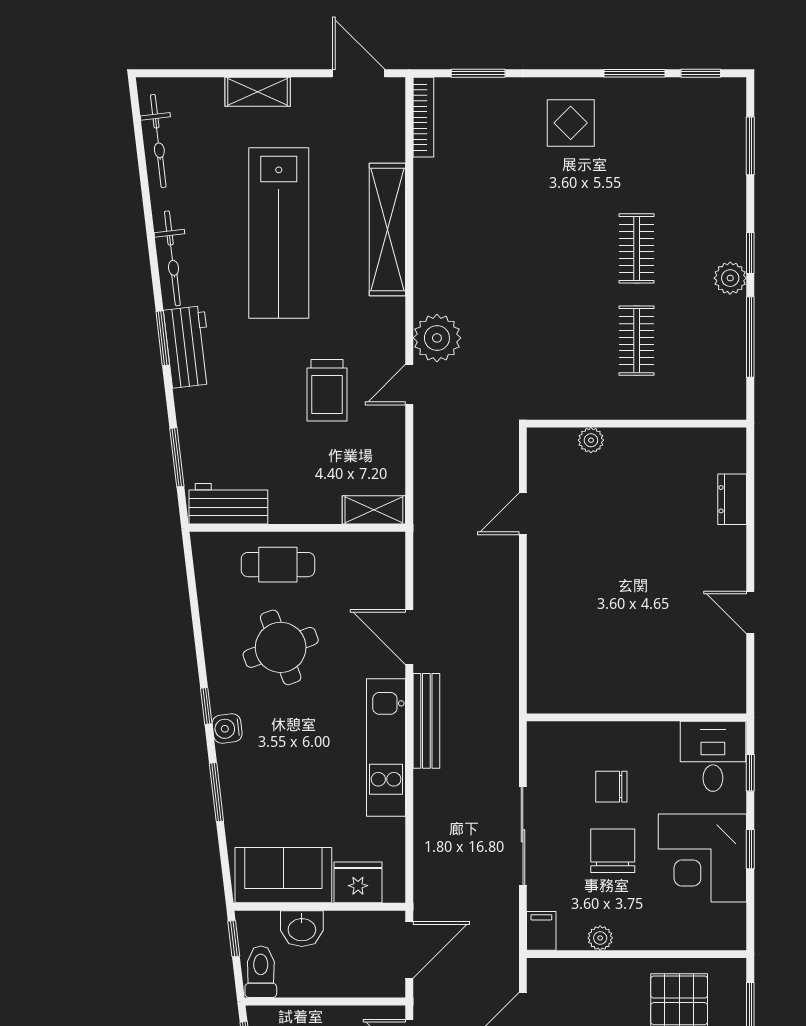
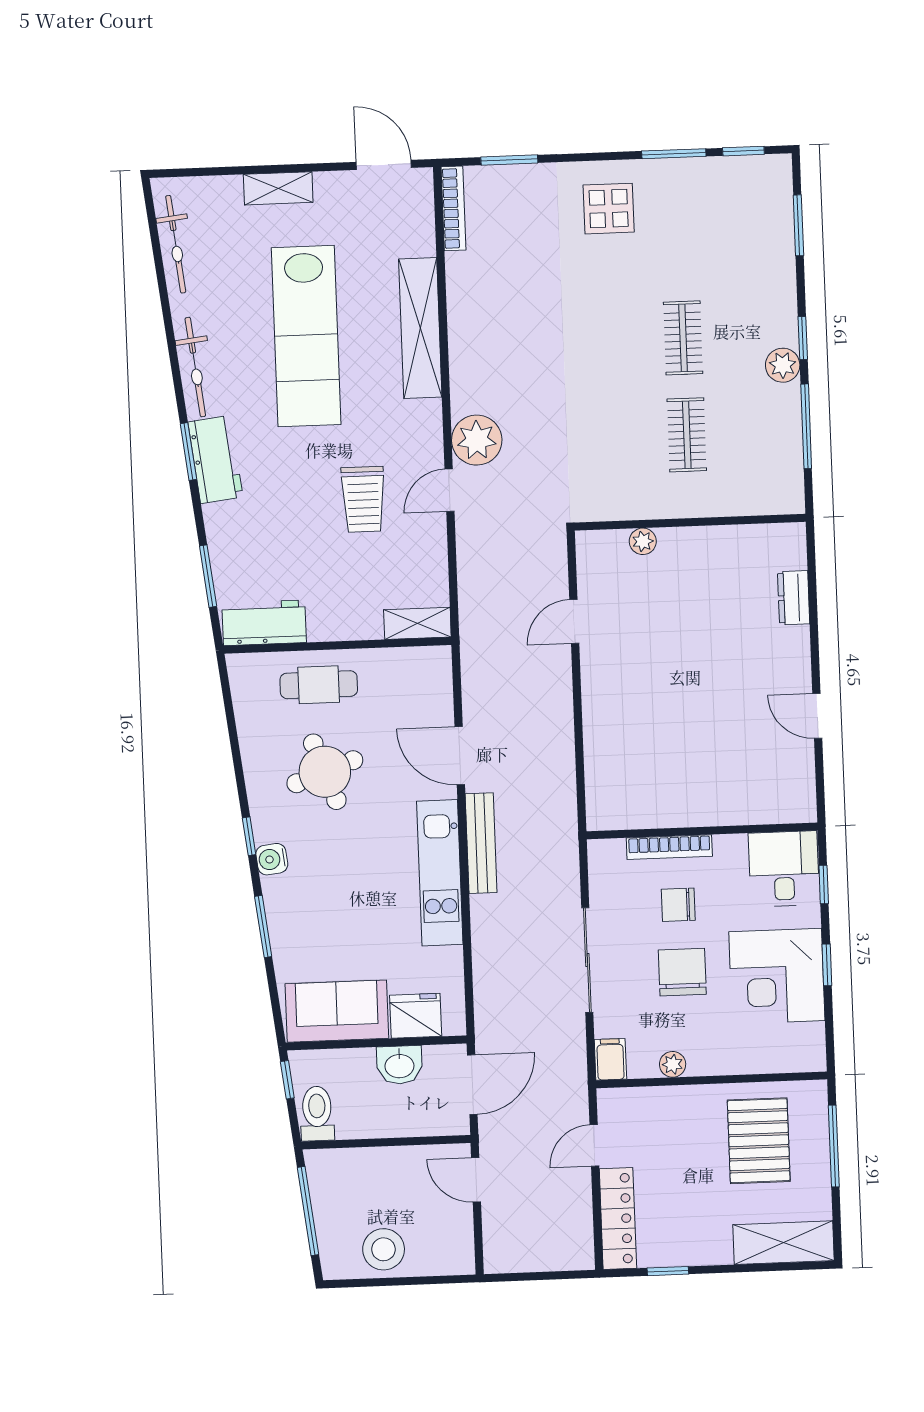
bookcase: (605, 731) -> (669, 847), added
washbasin: (302, 929) -> (399, 1065), moved

